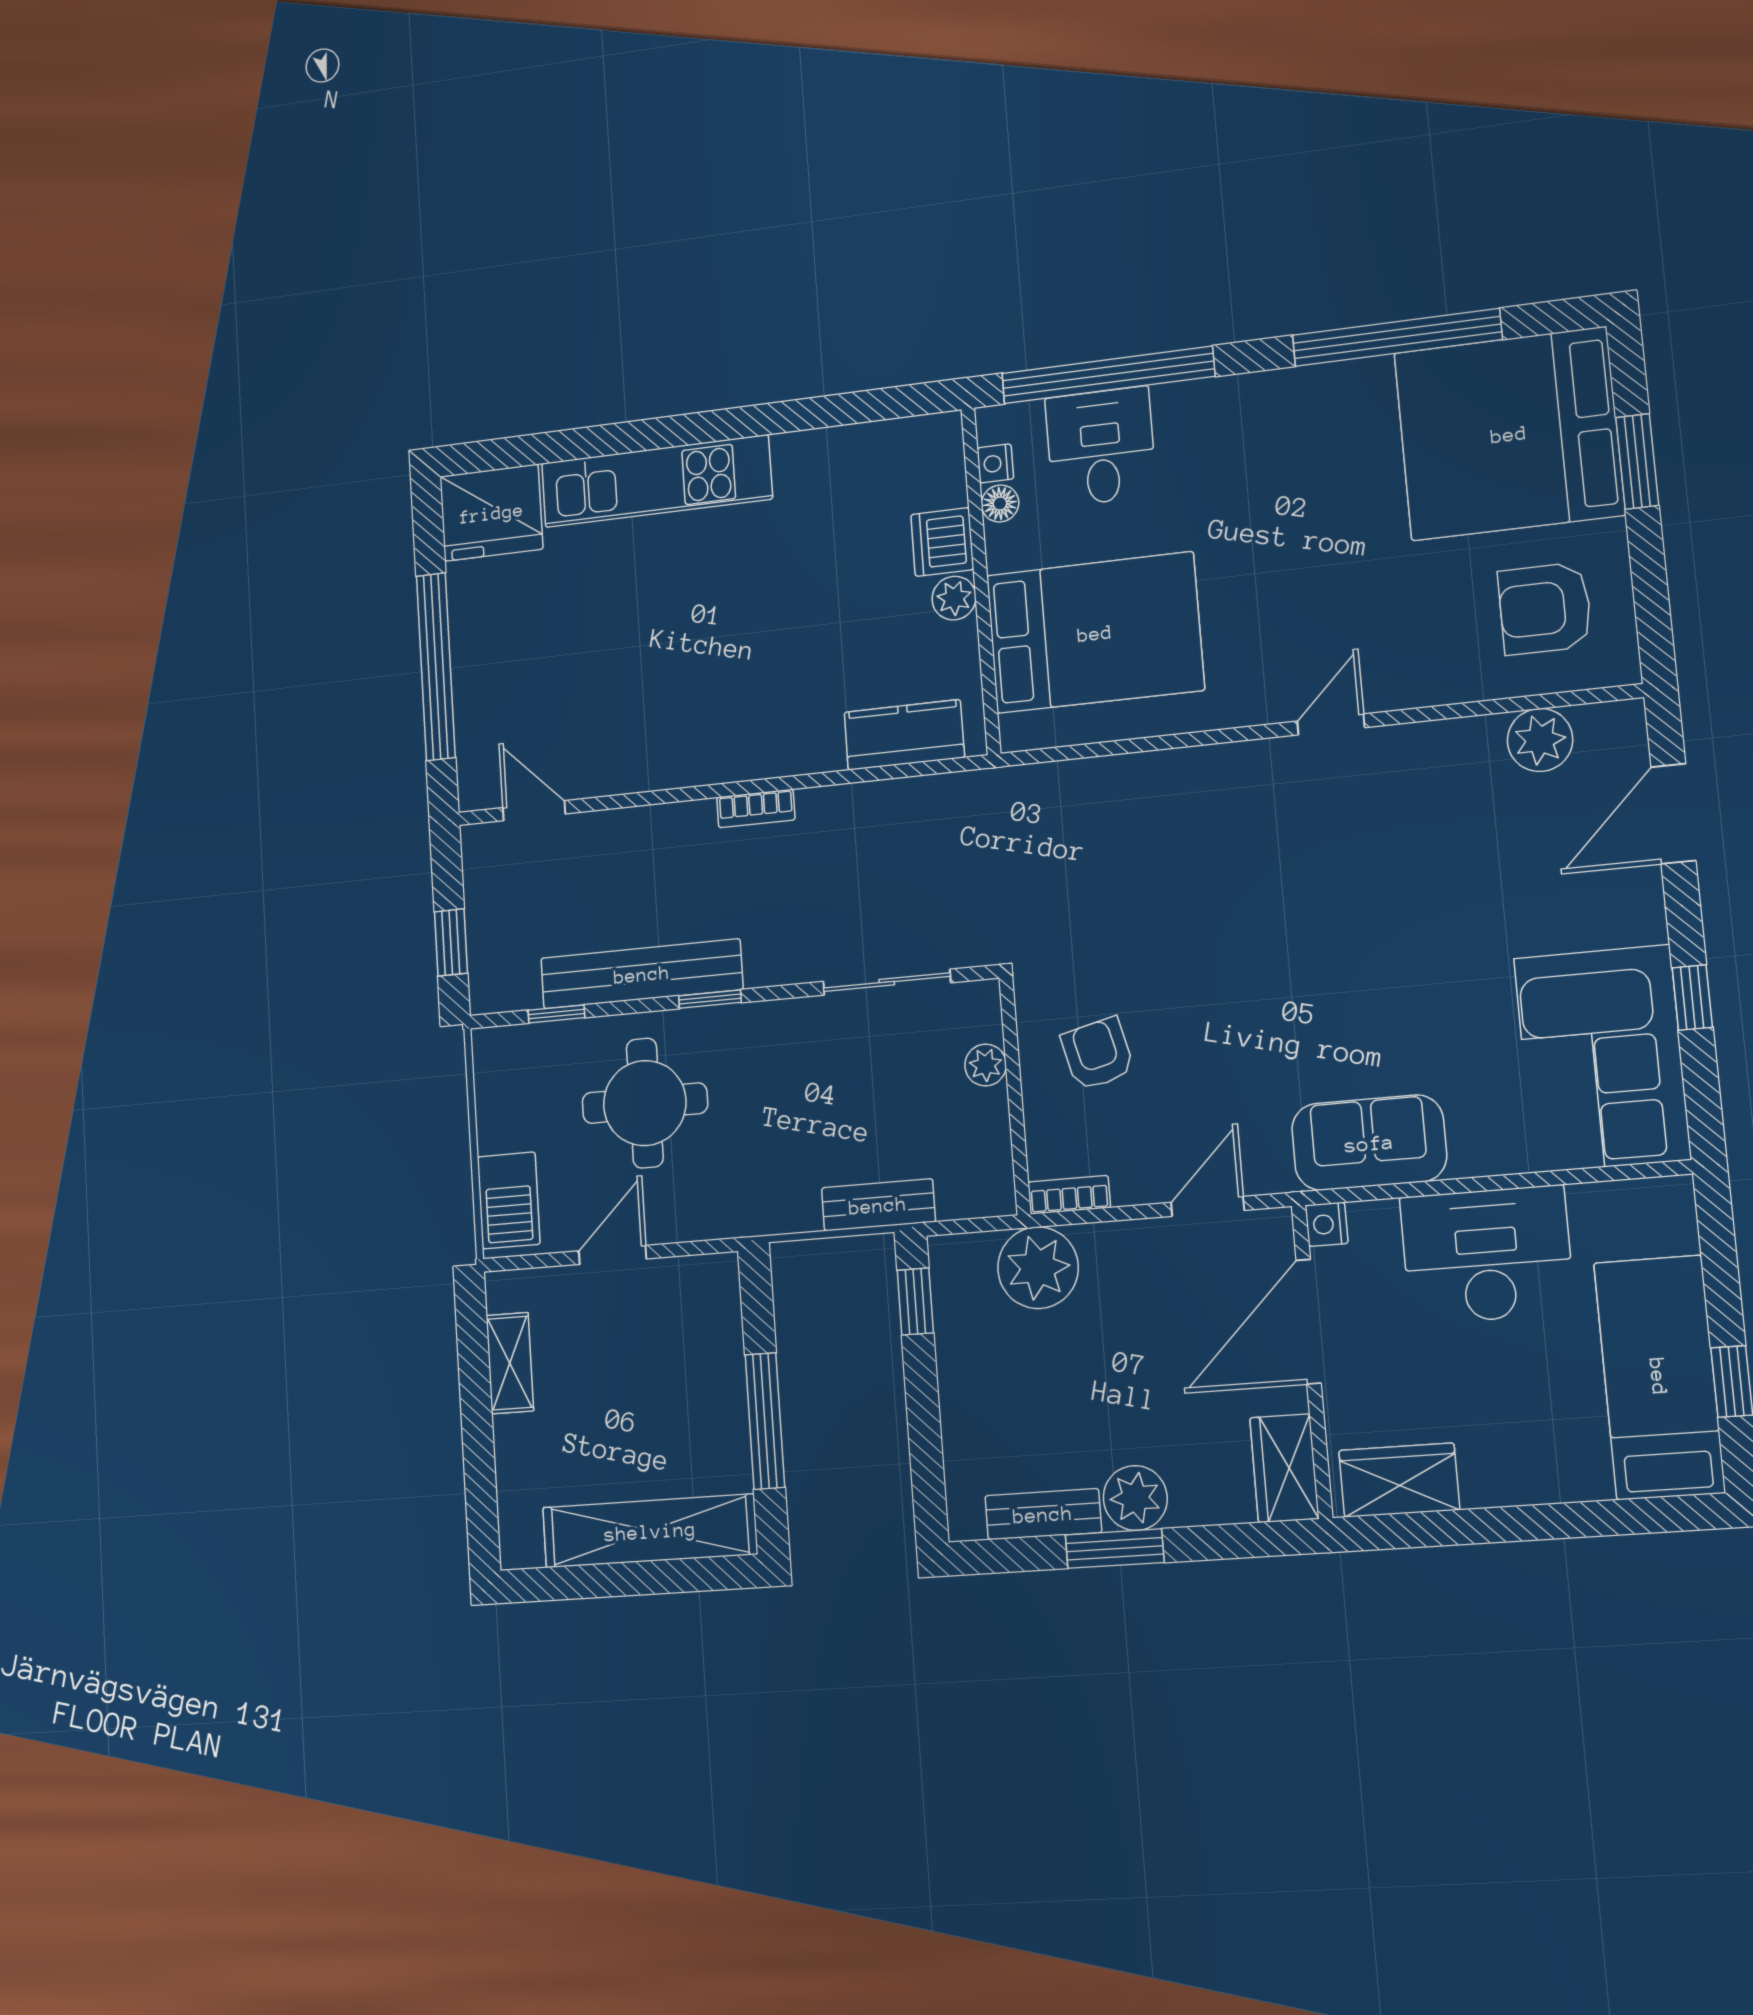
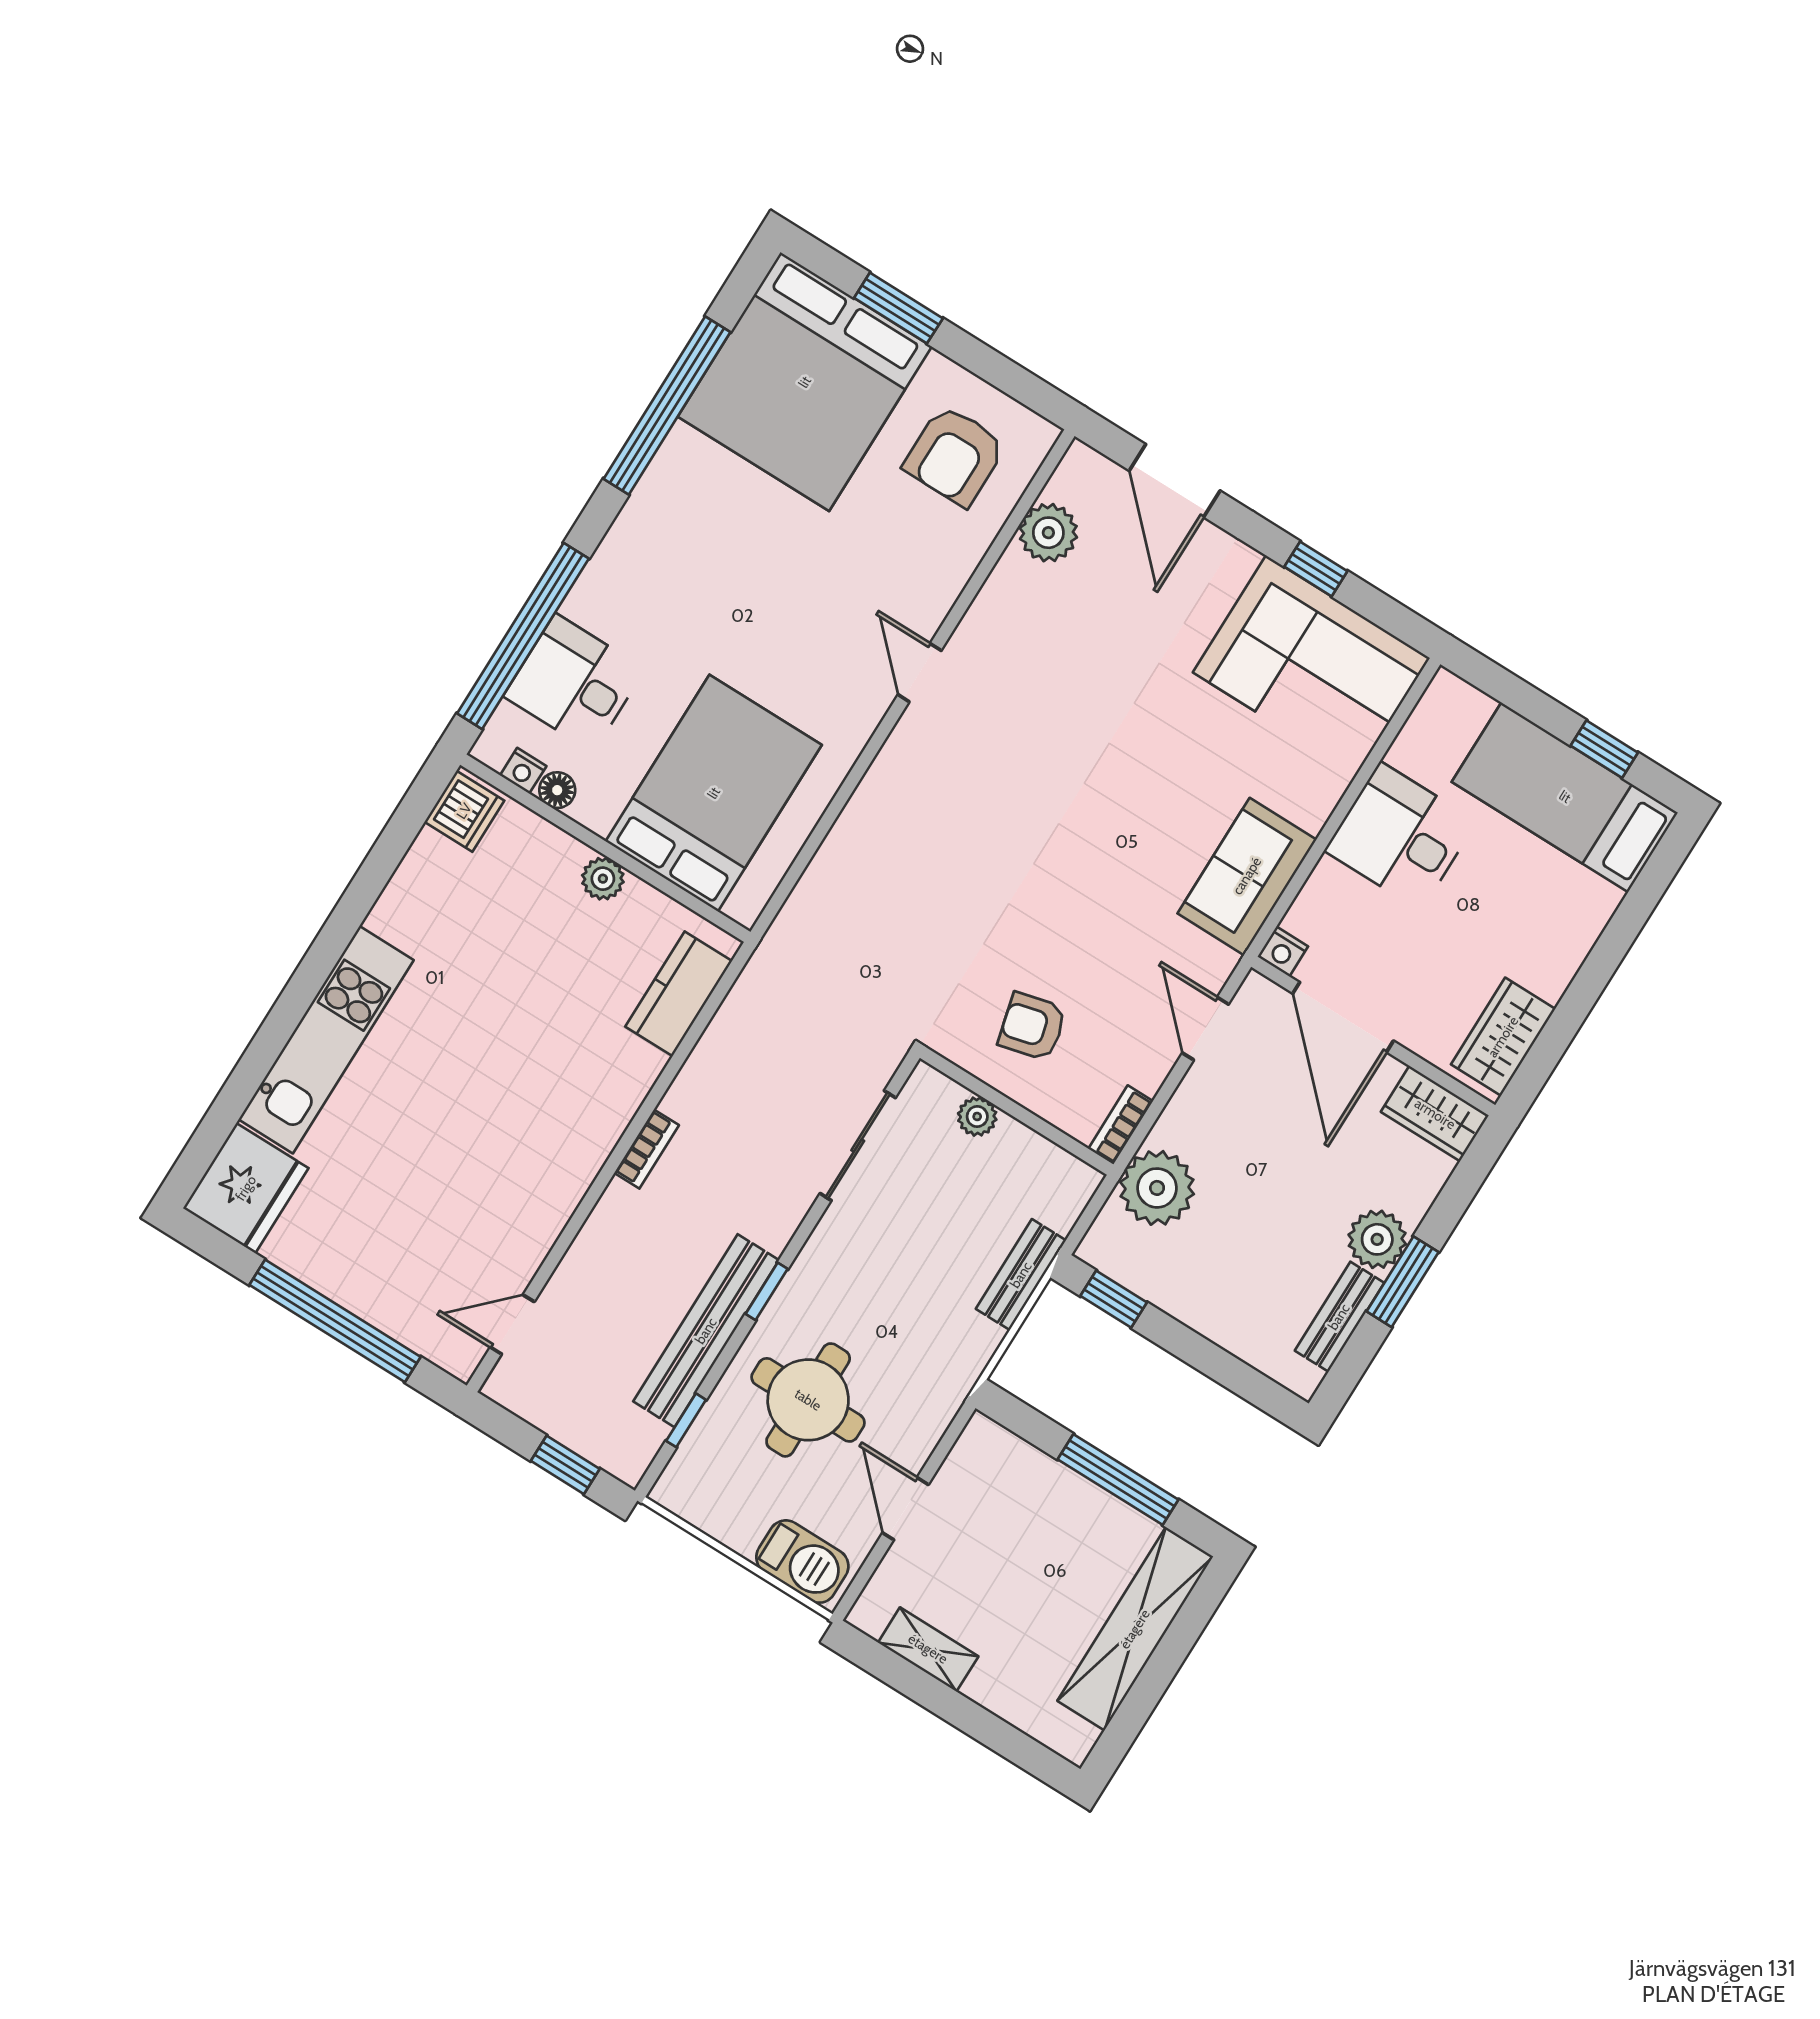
dishwasher: (942, 542) -> (464, 811), moved, turned -90
desk: (1487, 1255) -> (1400, 836), width x0.73

